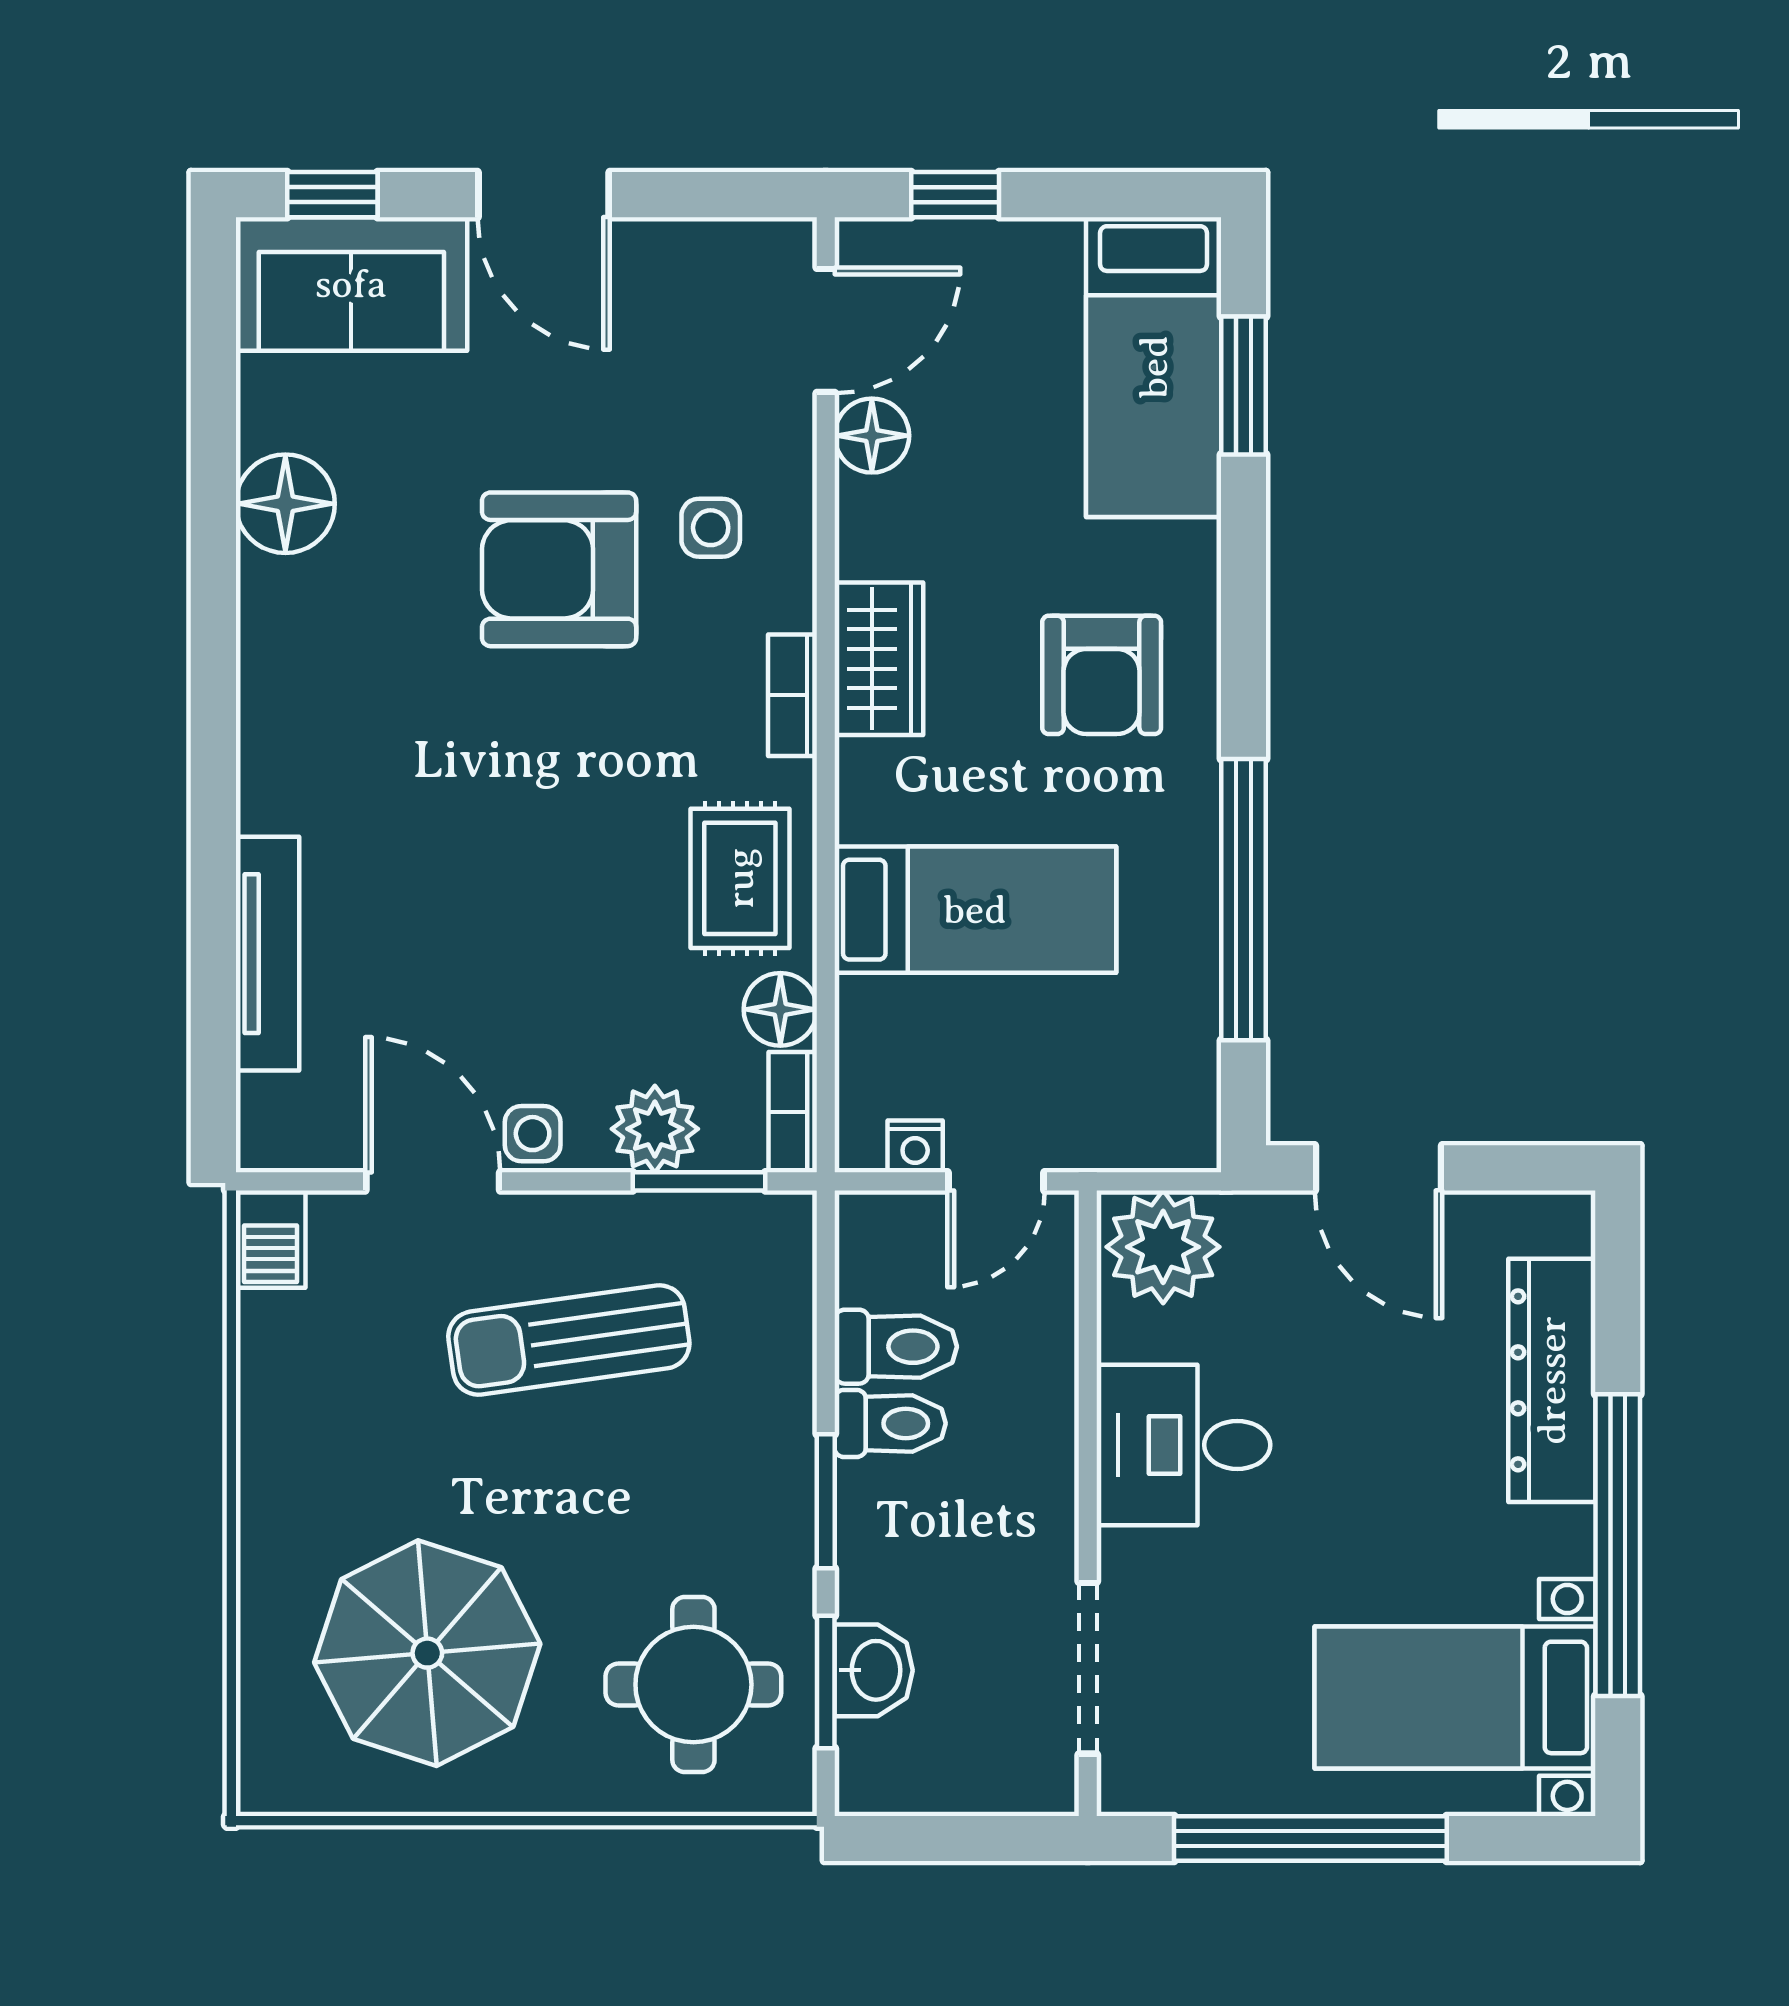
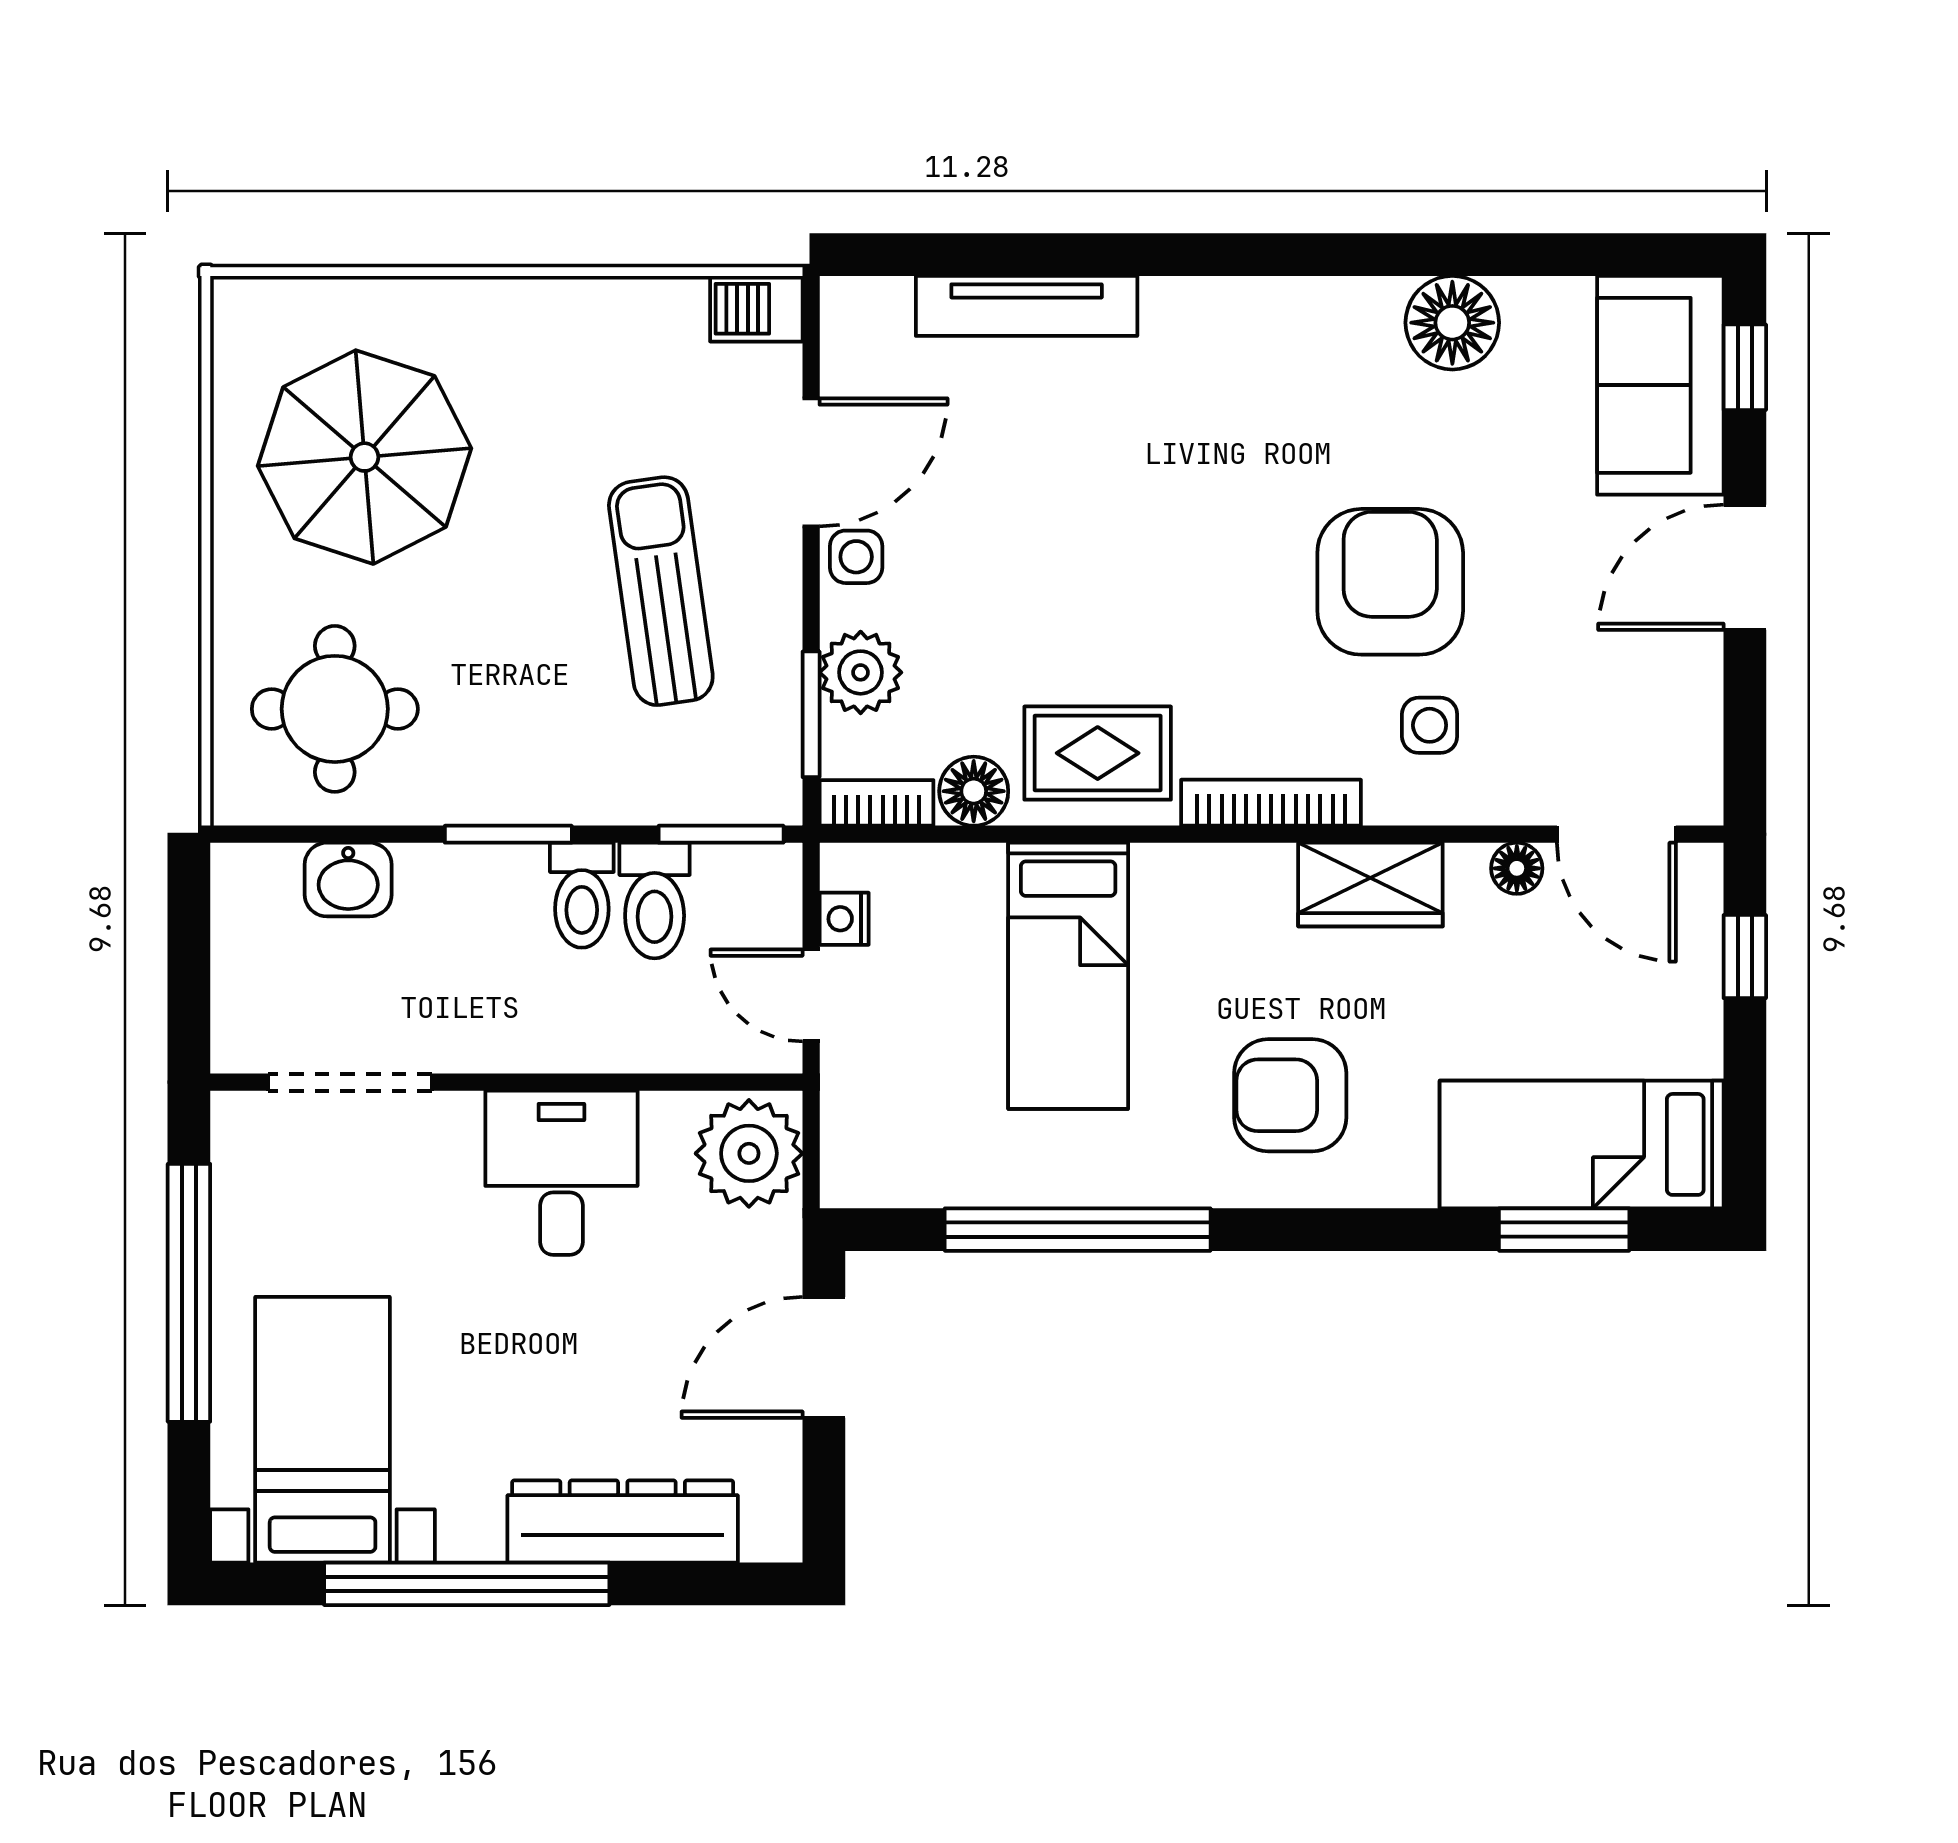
floor lamp: (872, 436) -> (1517, 868), width x0.73, depth x0.73
wardrobe: (879, 659) -> (1370, 885), moved
bookcase: (792, 695) -> (1271, 803), width x1.56
window: (826, 1682) -> (721, 834), moved

